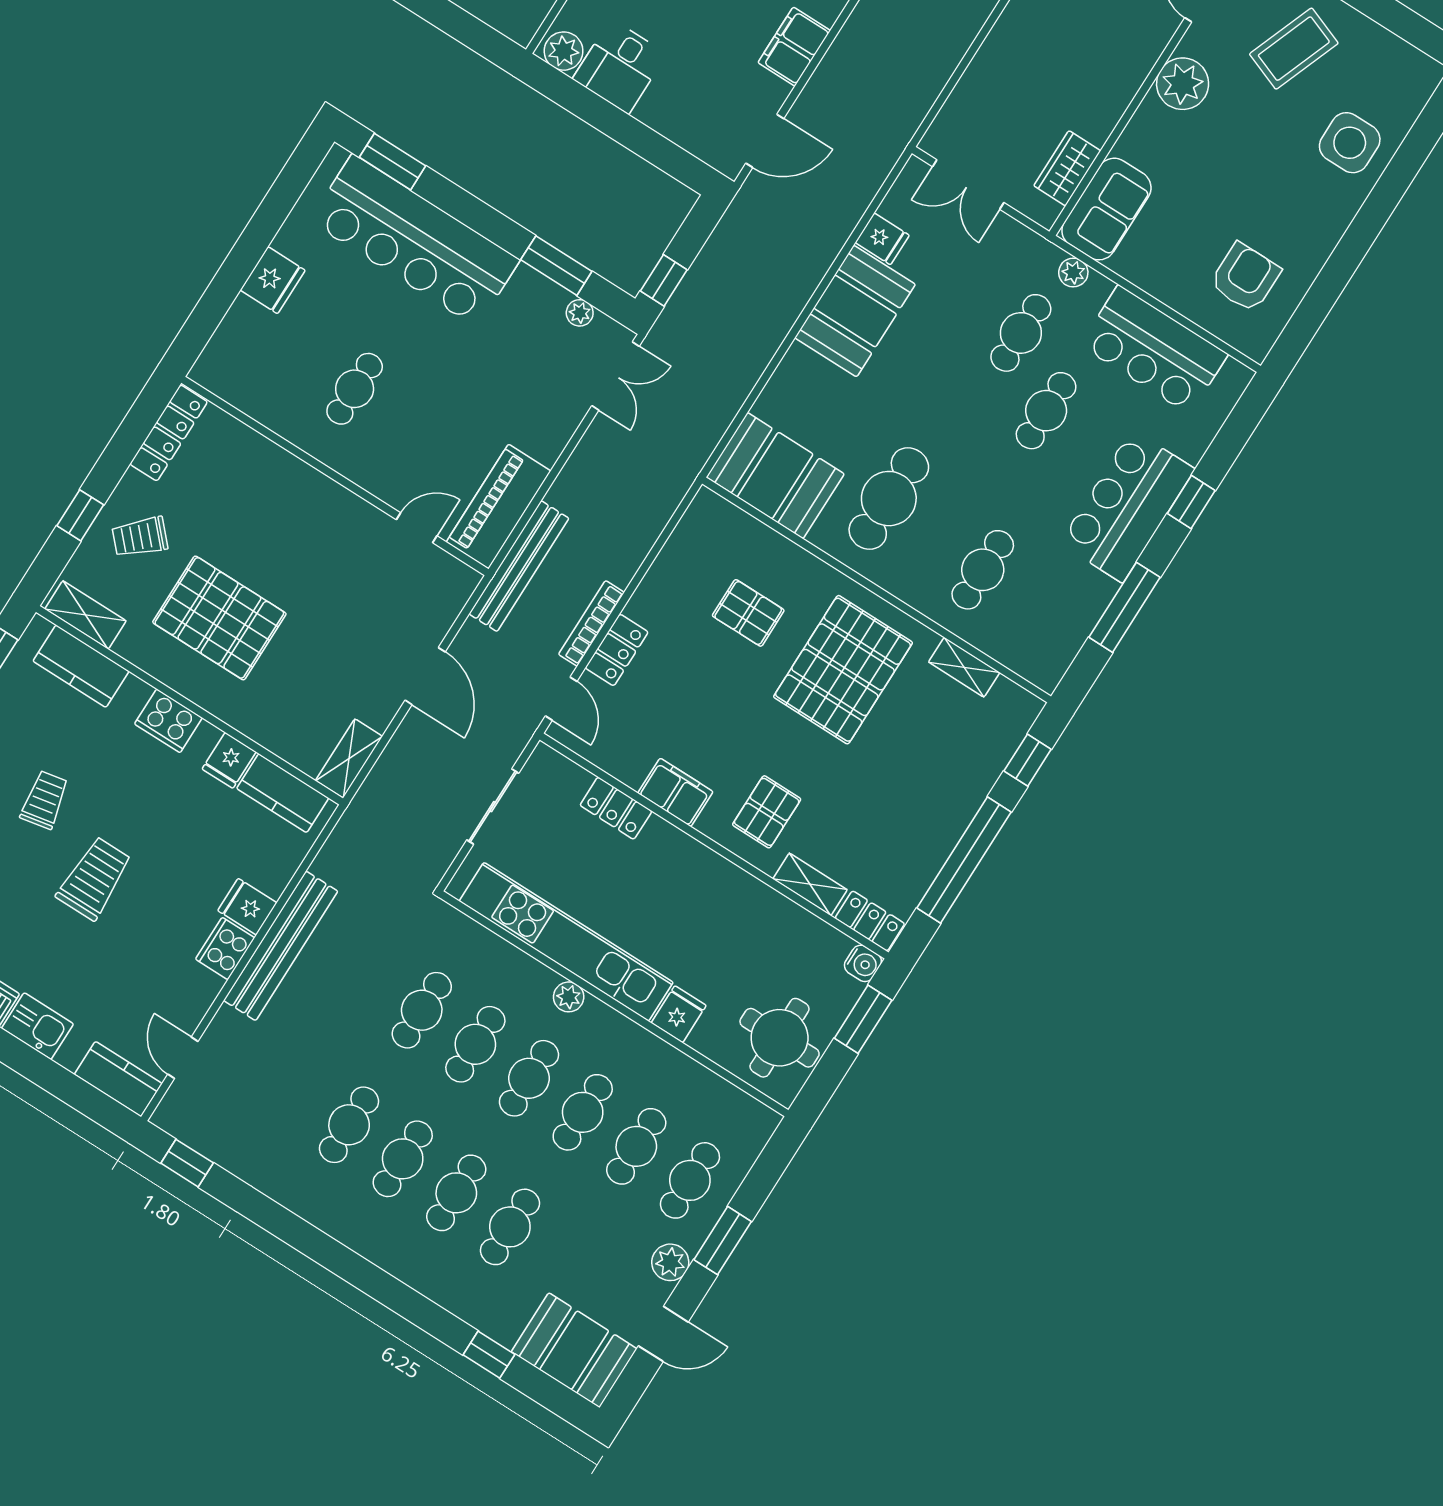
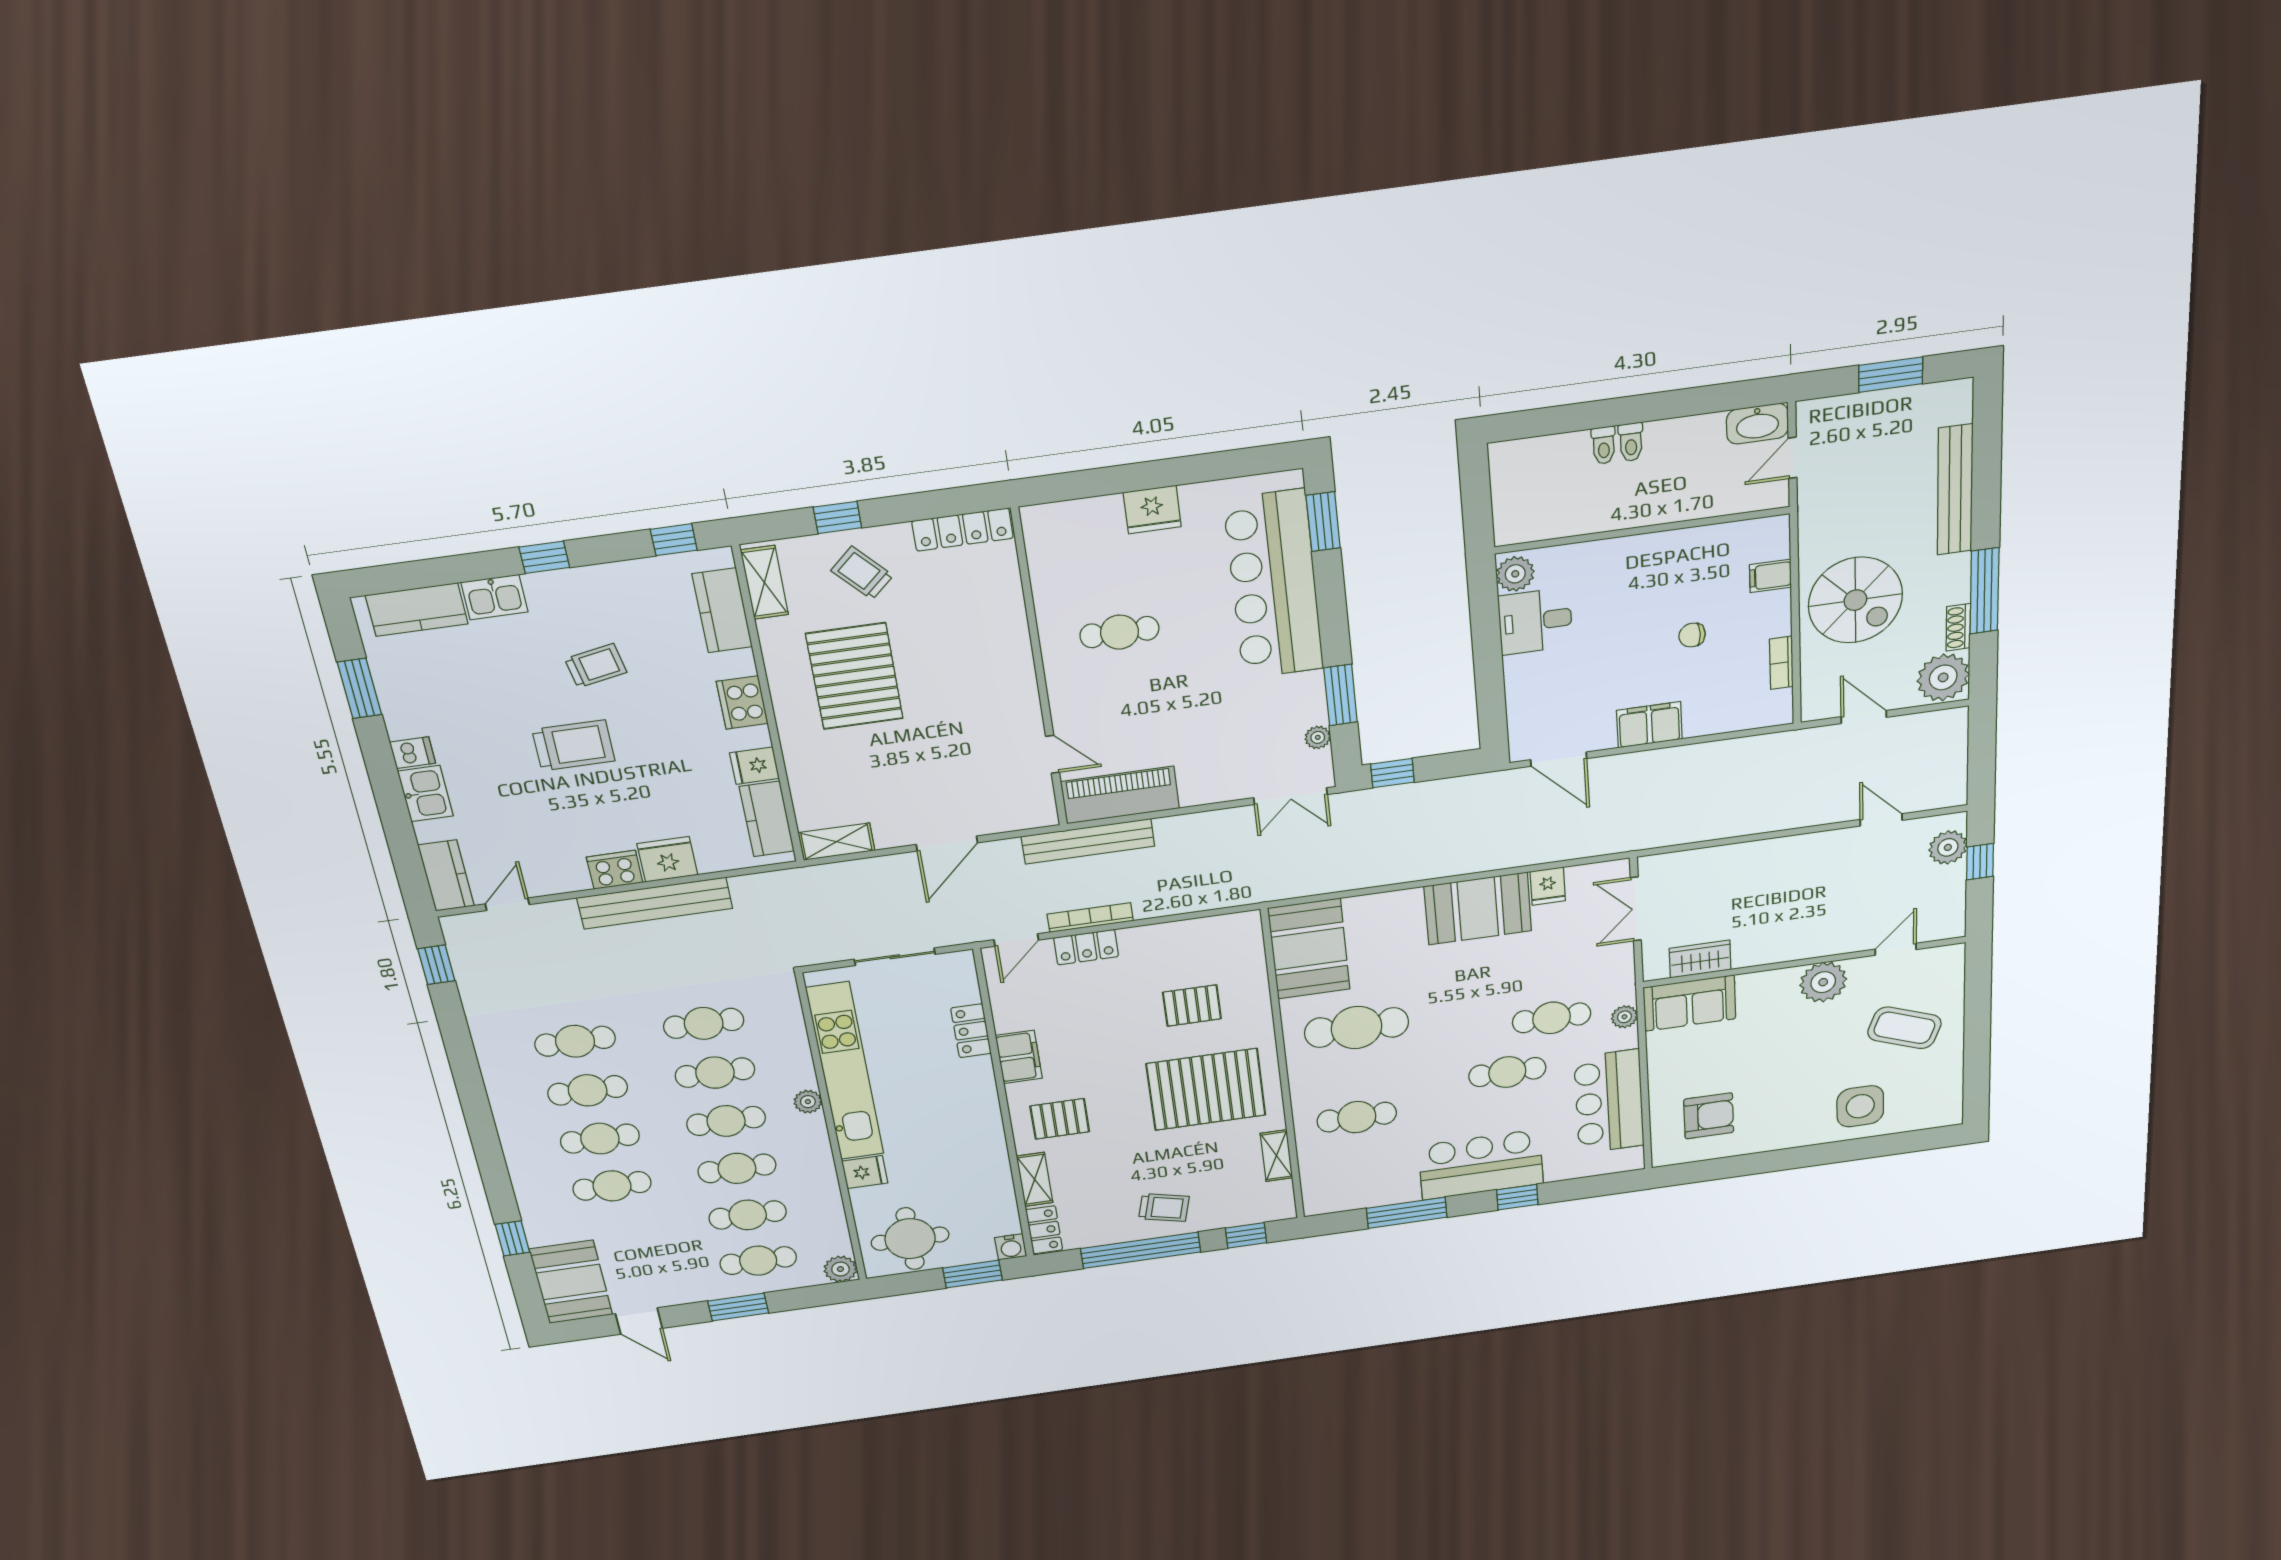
pallet: (748, 613) -> (1192, 1006), turned 90
trolley: (936, 804) -> (1164, 1208), added
fridge: (247, 907) -> (667, 859), width x1.38
plant: (670, 1262) -> (840, 1269), moved

